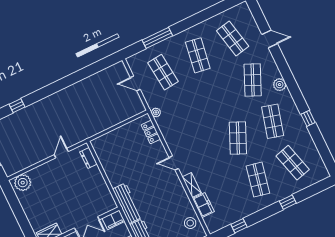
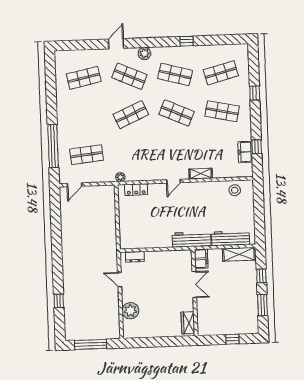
window: (157, 38) -> (53, 146), width x1.46
door: (270, 39) -> (116, 44), moved
shop shelf: (198, 55) -> (131, 115), moved, turned -33
door: (135, 83) -> (74, 185), moved
plant: (23, 183) -> (130, 311), moved
freezer: (203, 205) -> (245, 152), moved, turned -90

